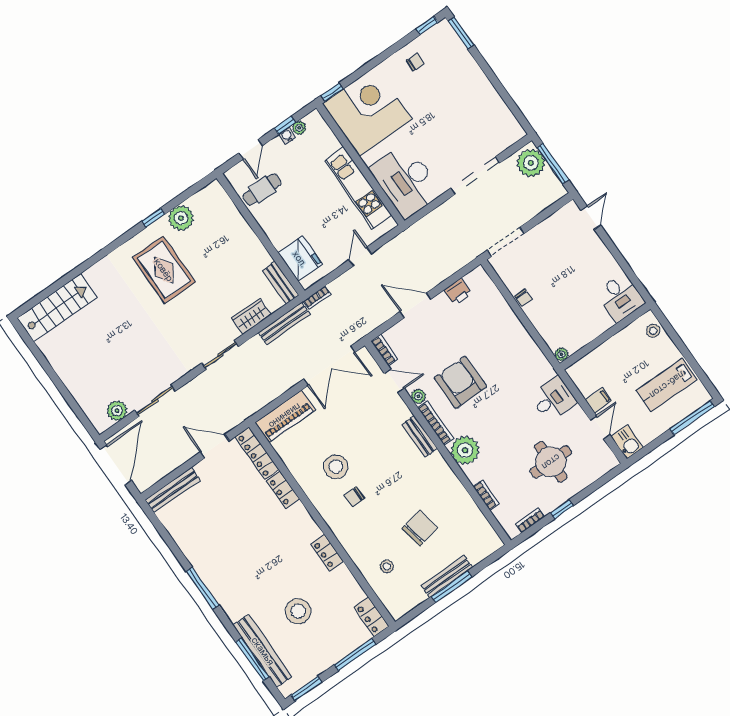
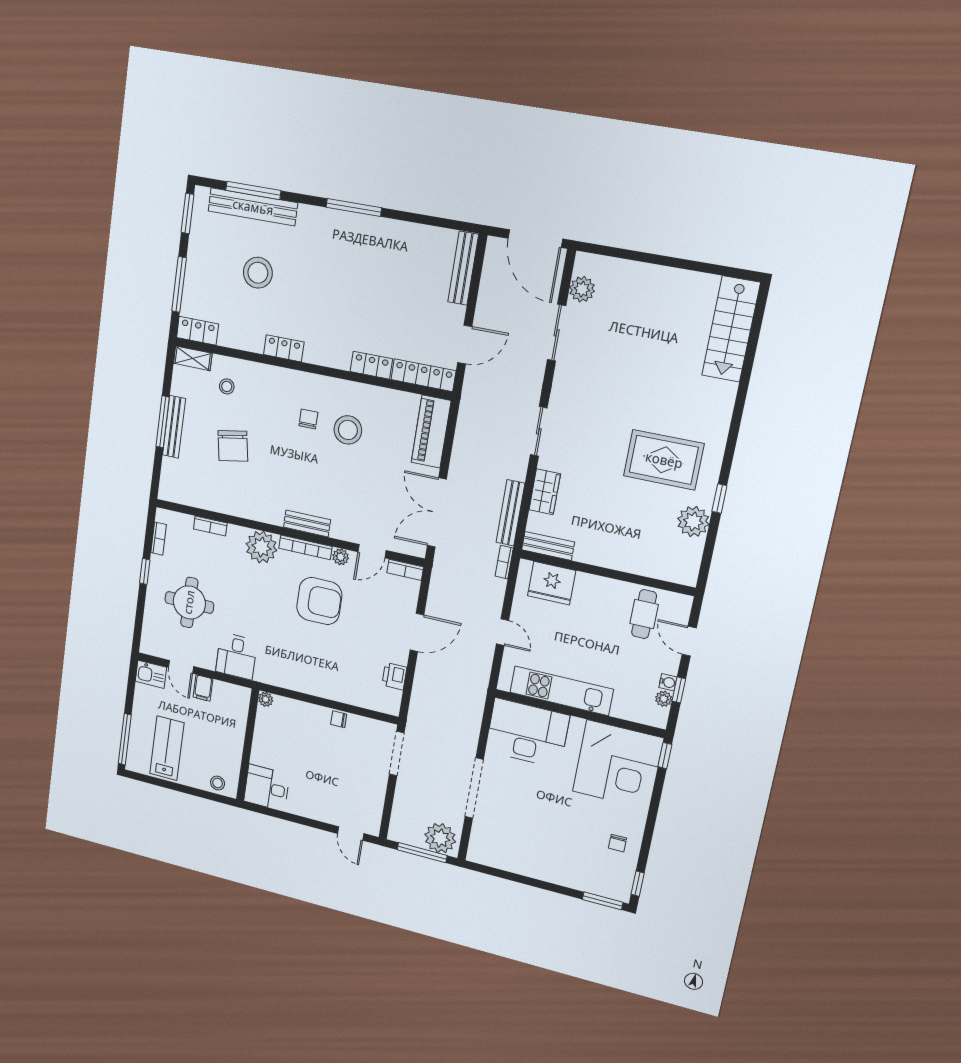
shelving: (392, 604) -> (193, 358), added

